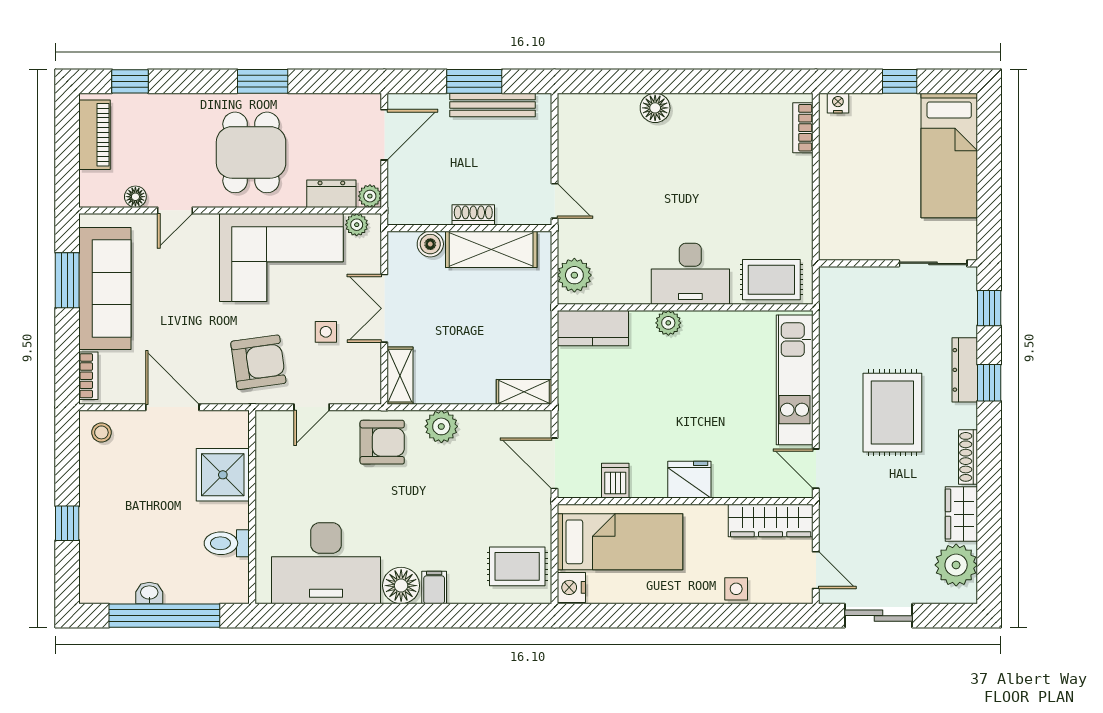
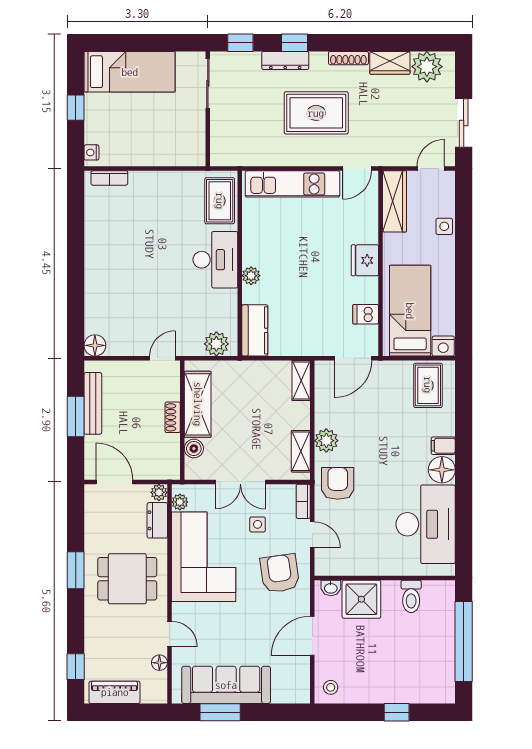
floor lamp: (655, 108) -> (95, 345), moved
bookcase: (88, 376) -> (303, 501), moved, turned -90
shelving: (400, 376) -> (301, 451), moved, turned 90
washbasin: (149, 593) -> (331, 588), moved, turned -90

